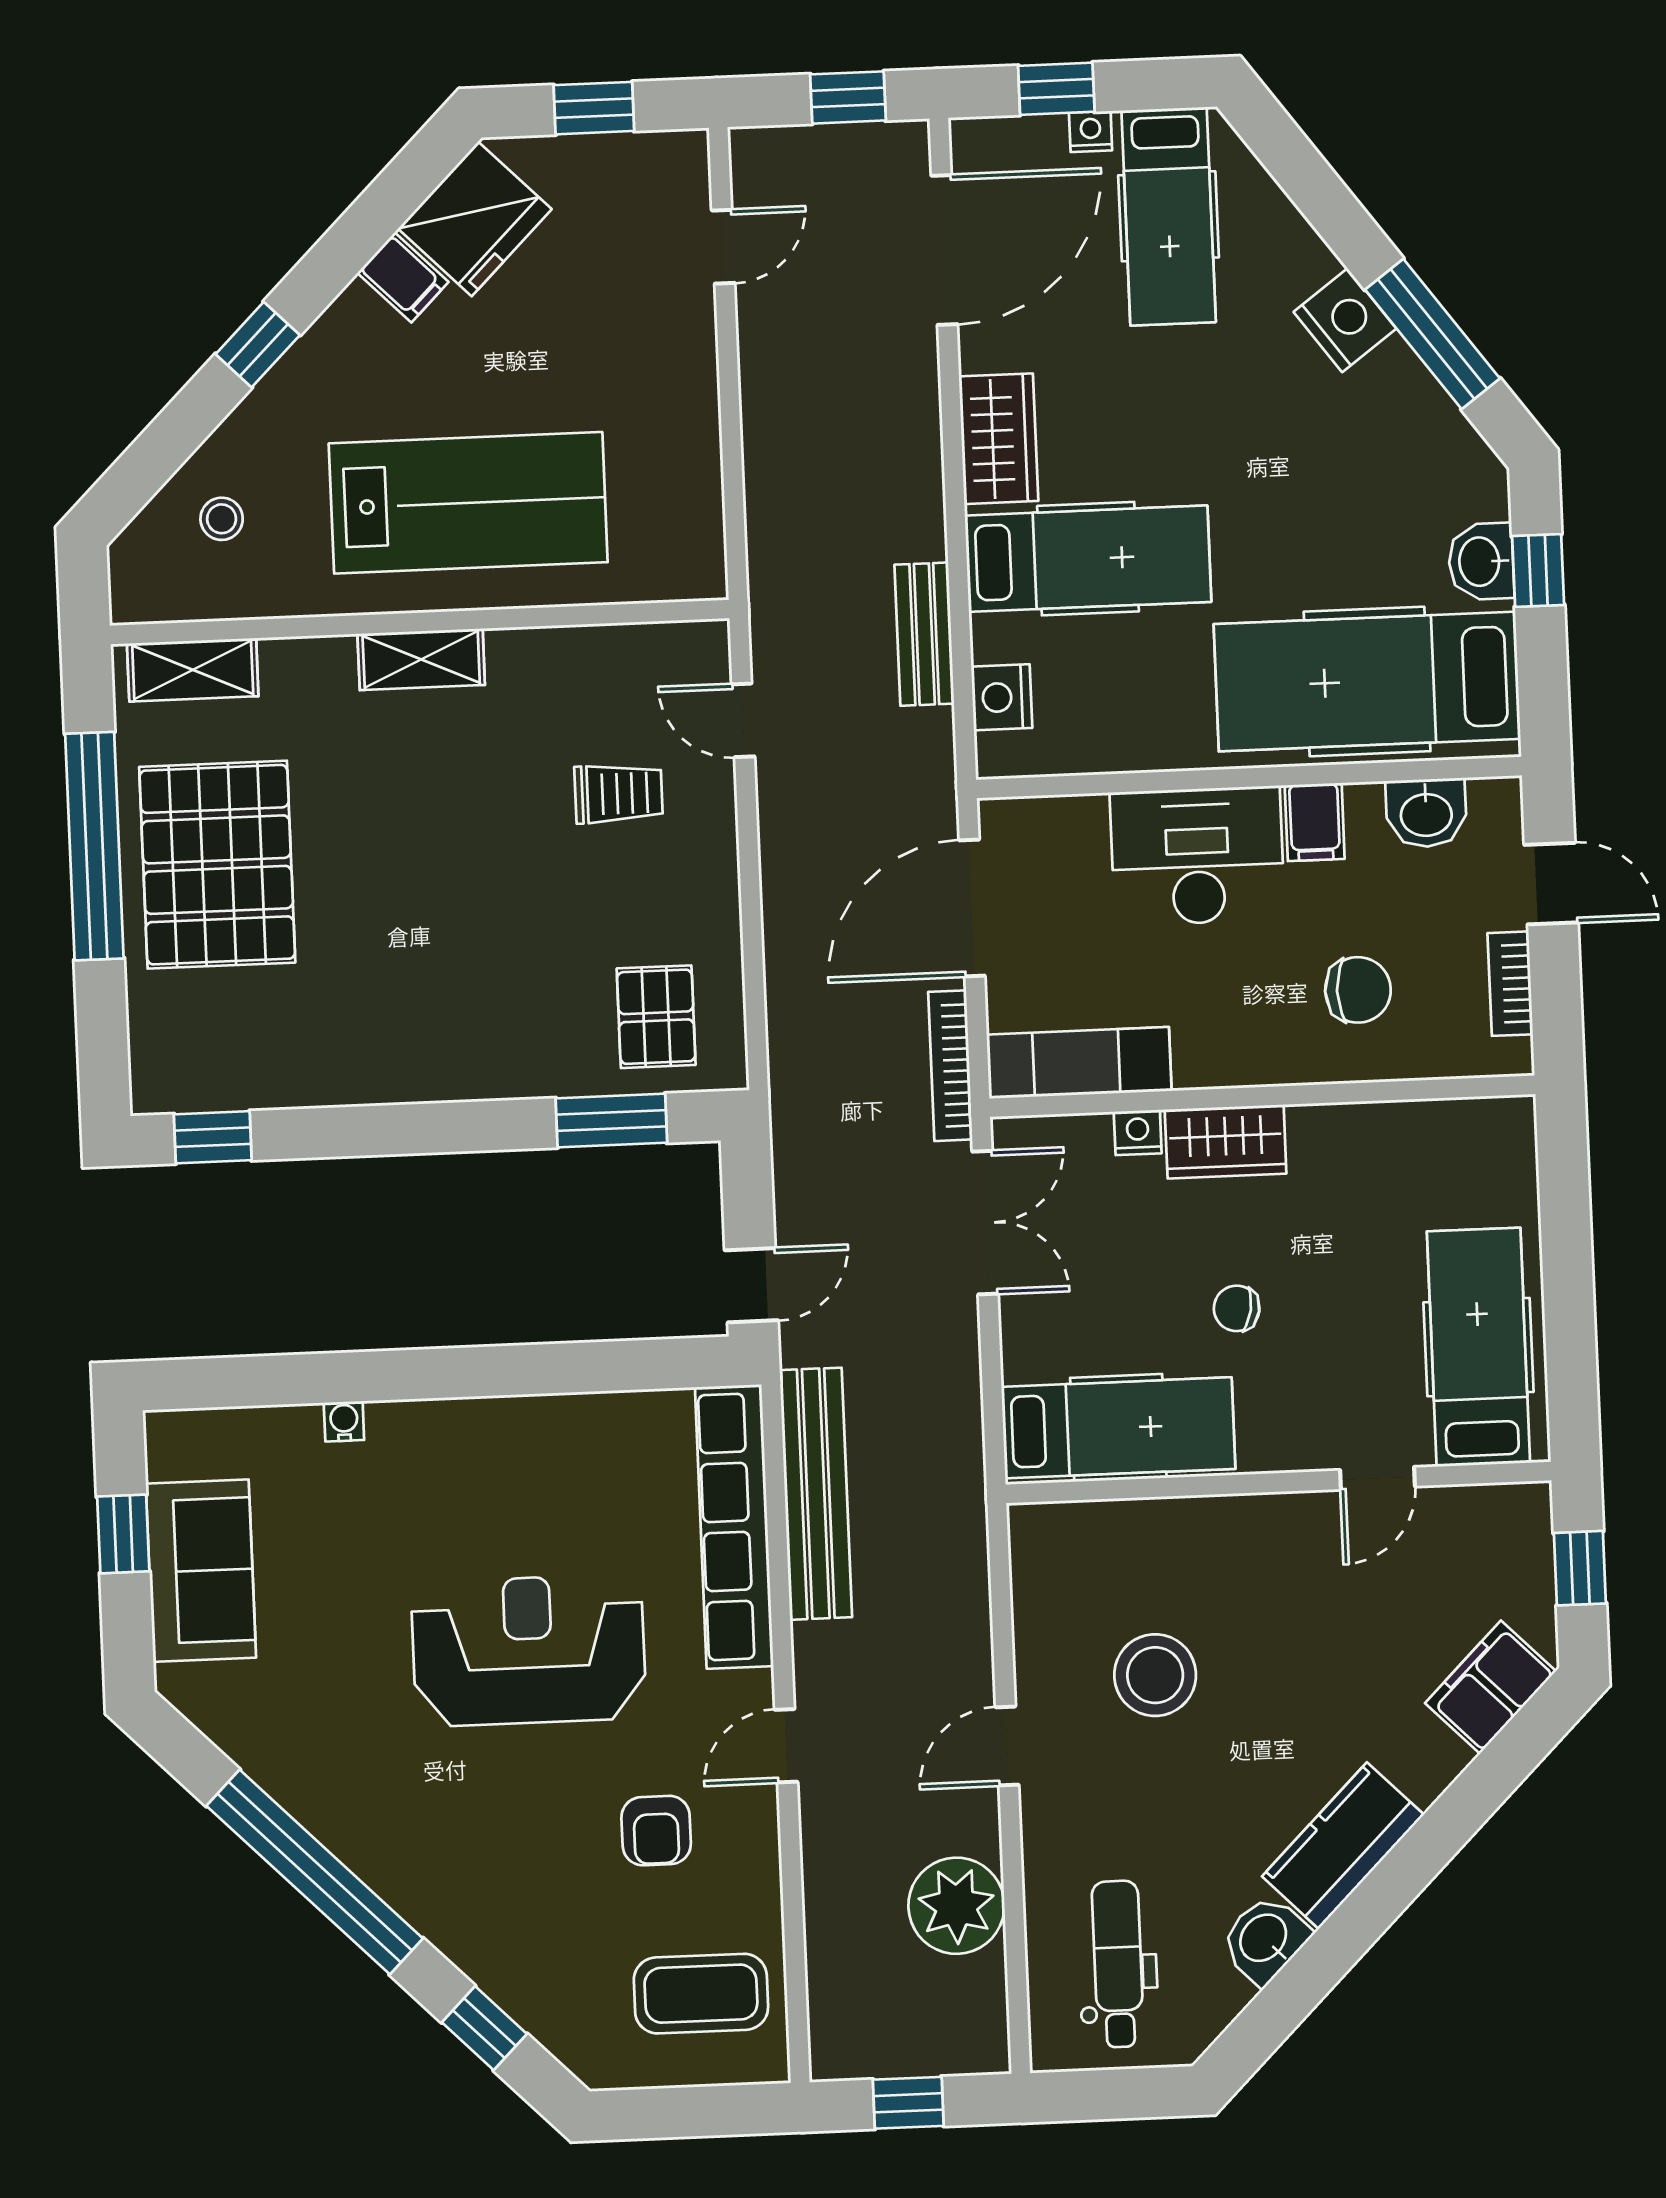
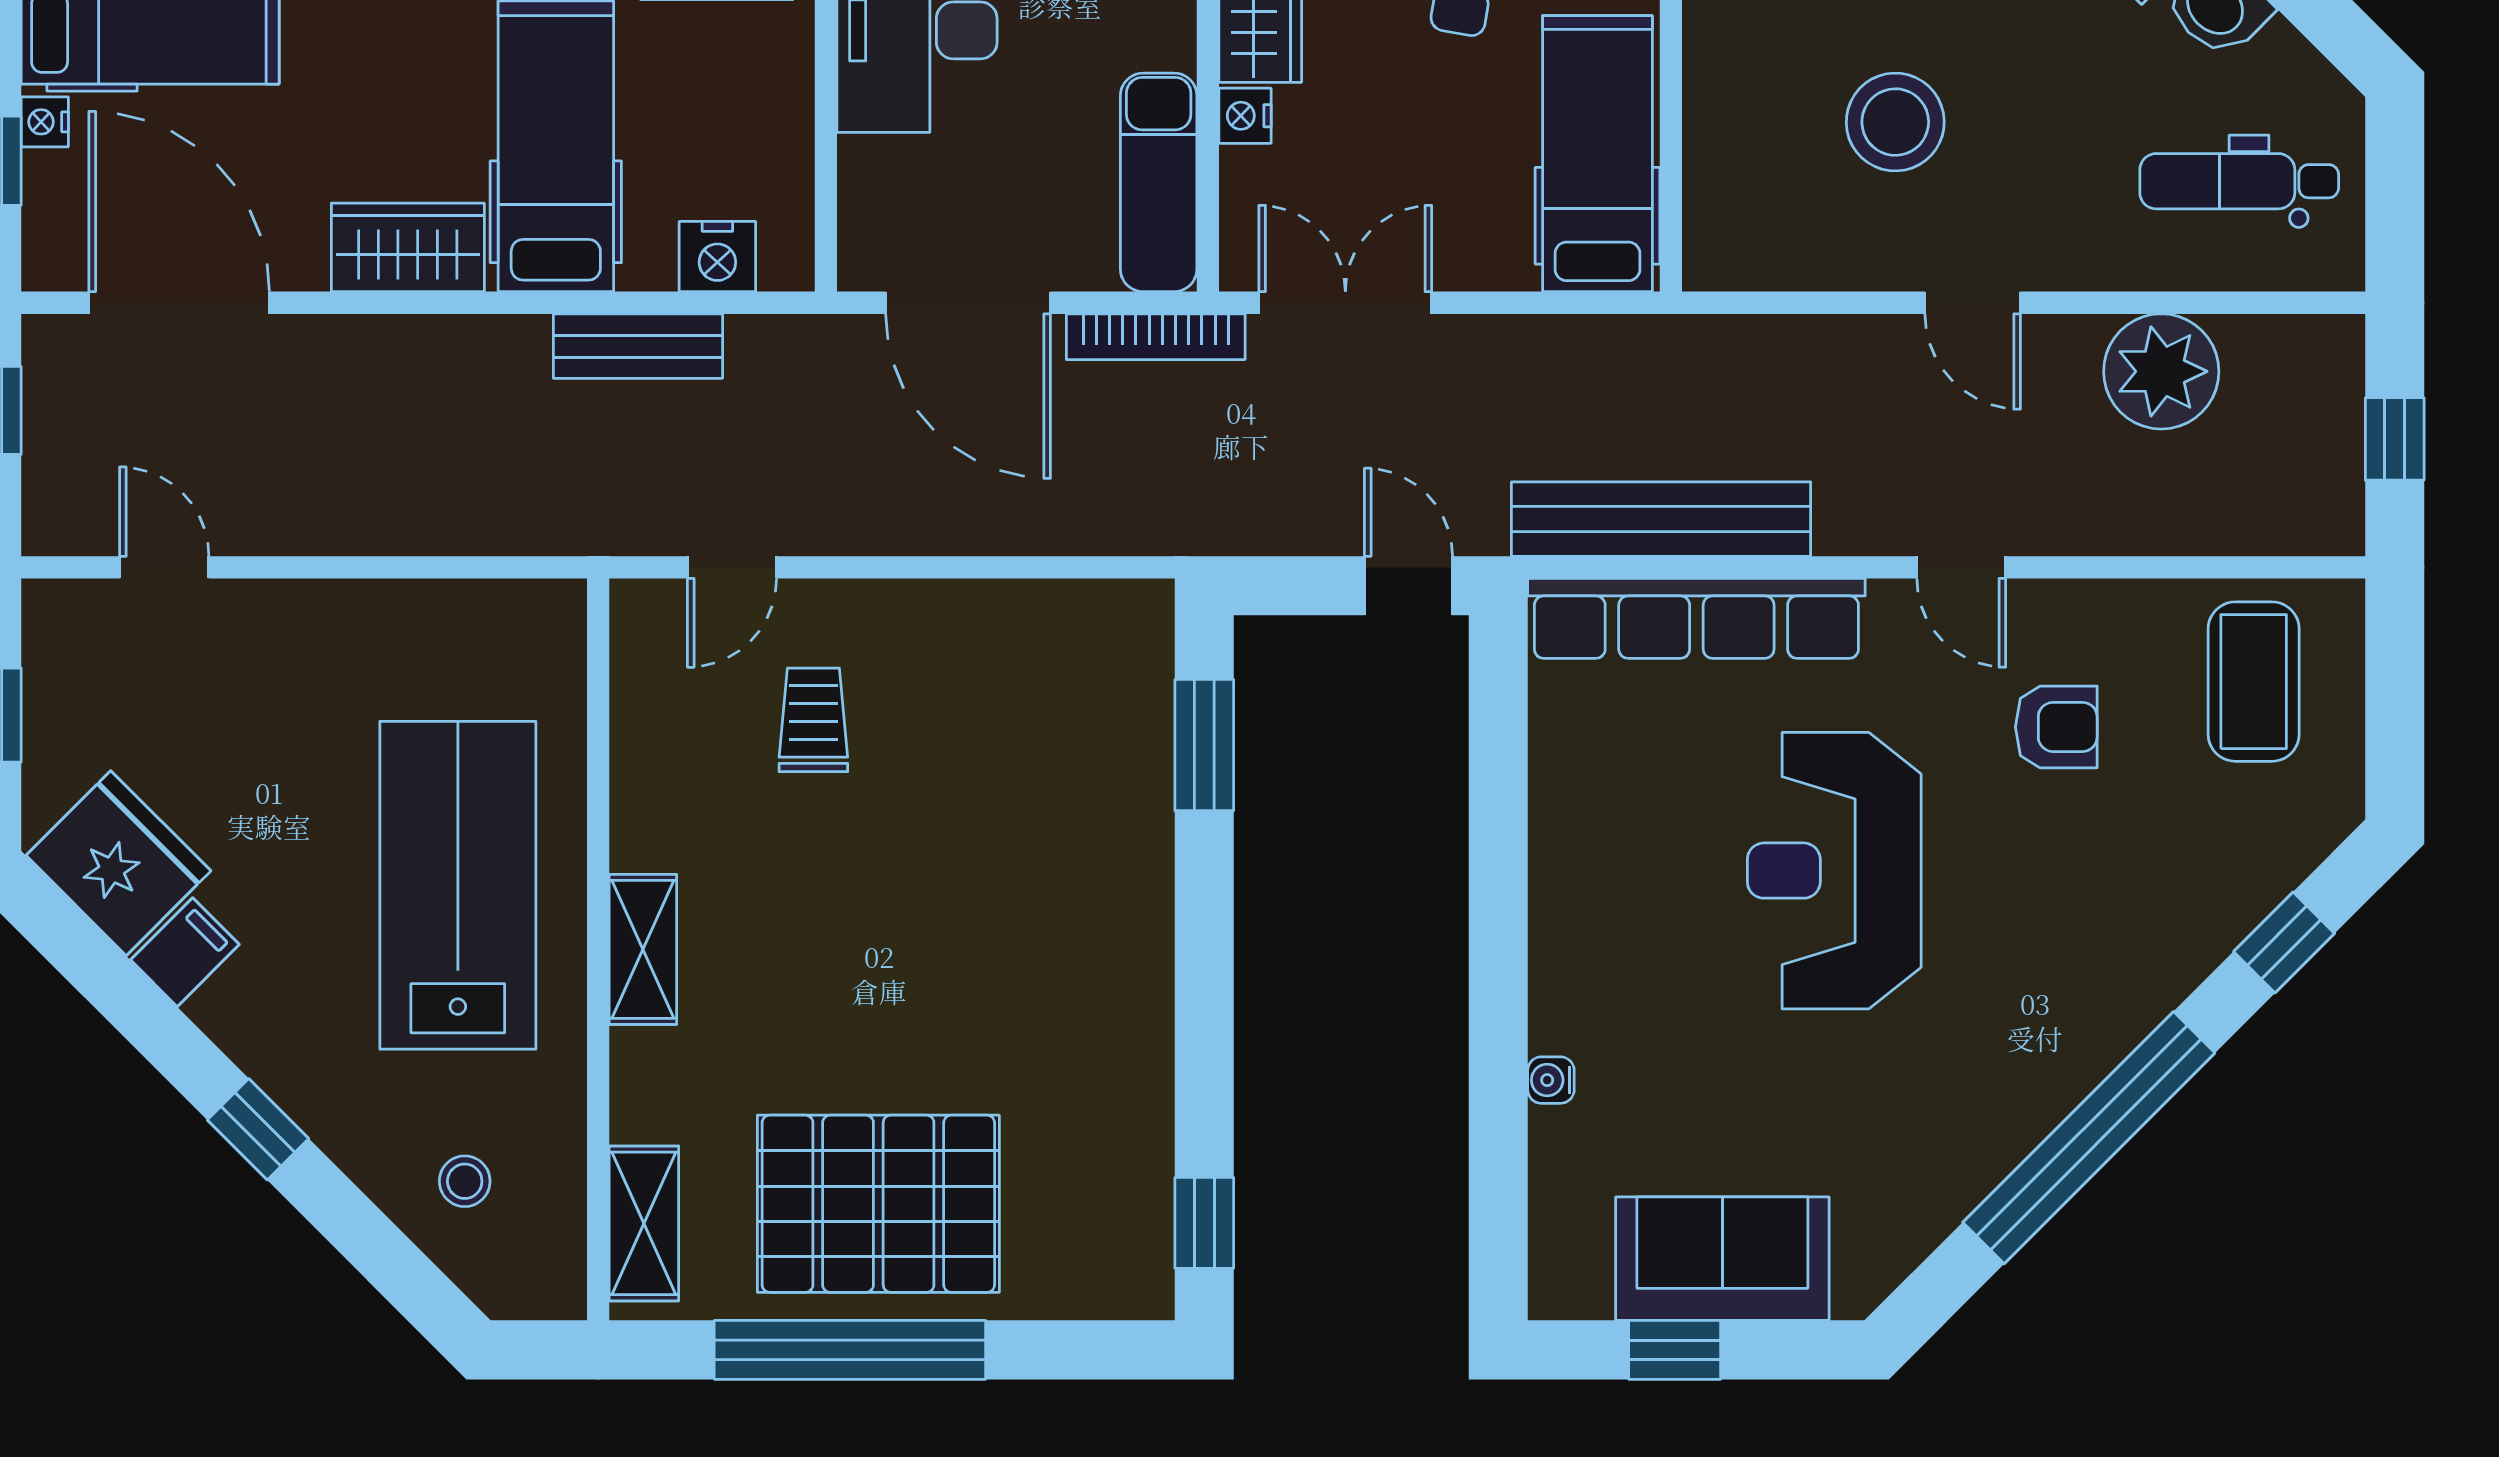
pallet: (656, 1017) -> (1082, 686), removed

